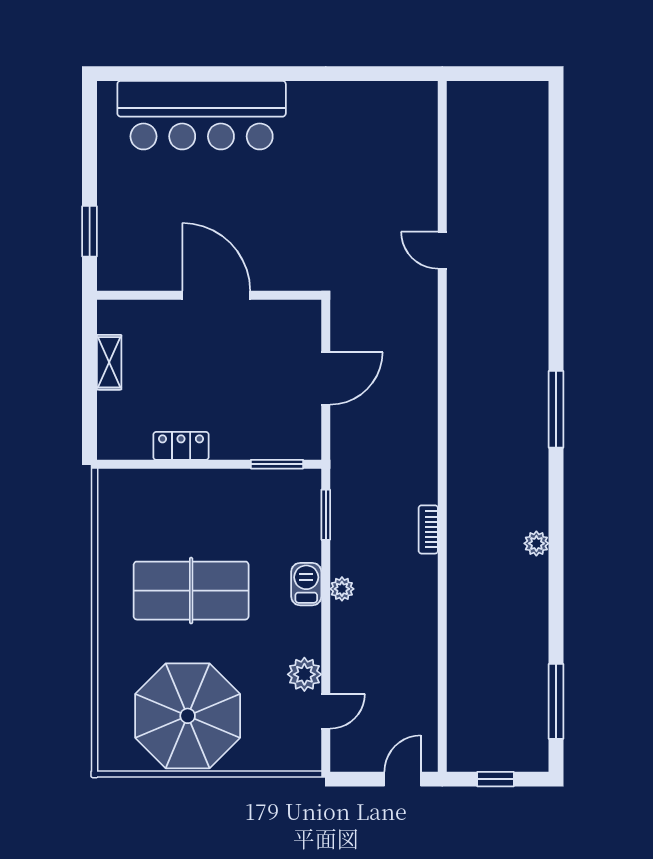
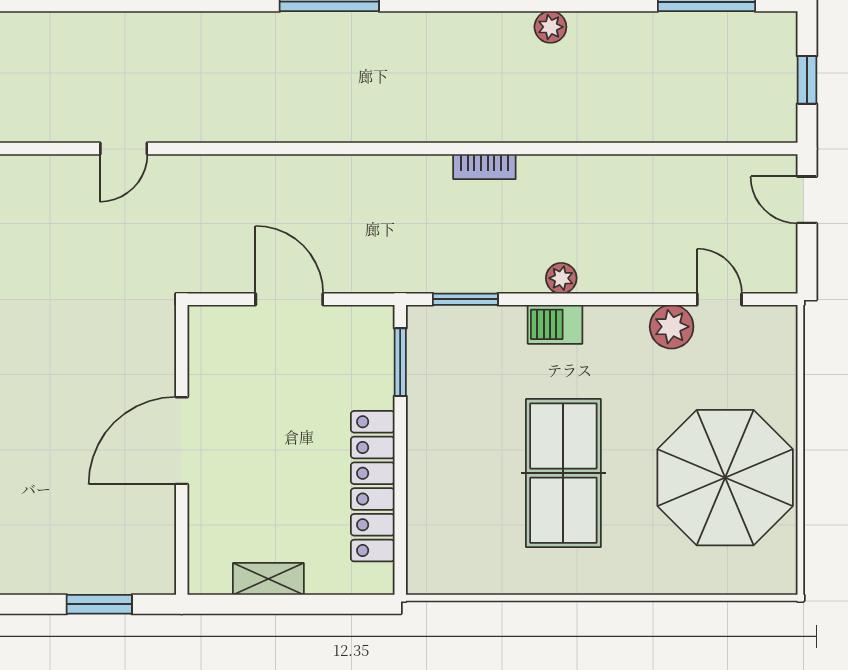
locker: (181, 446) -> (373, 486), width x2.16, depth x1.21
plant: (536, 543) -> (550, 27), moved

